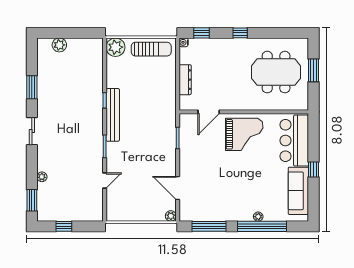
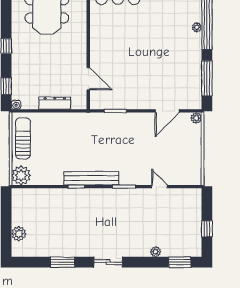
grand piano: (244, 134) -> (111, 42), removed

